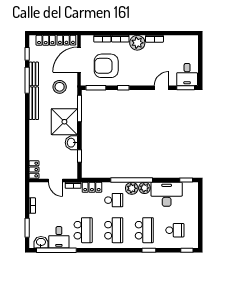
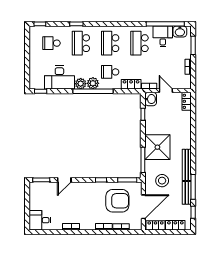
plant: (137, 43) -> (88, 223), removed
desk: (187, 74) -> (40, 220), moved, turned -90
washbasin: (71, 143) -> (151, 99), moved

